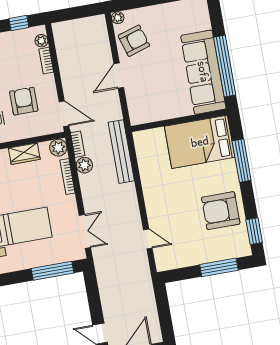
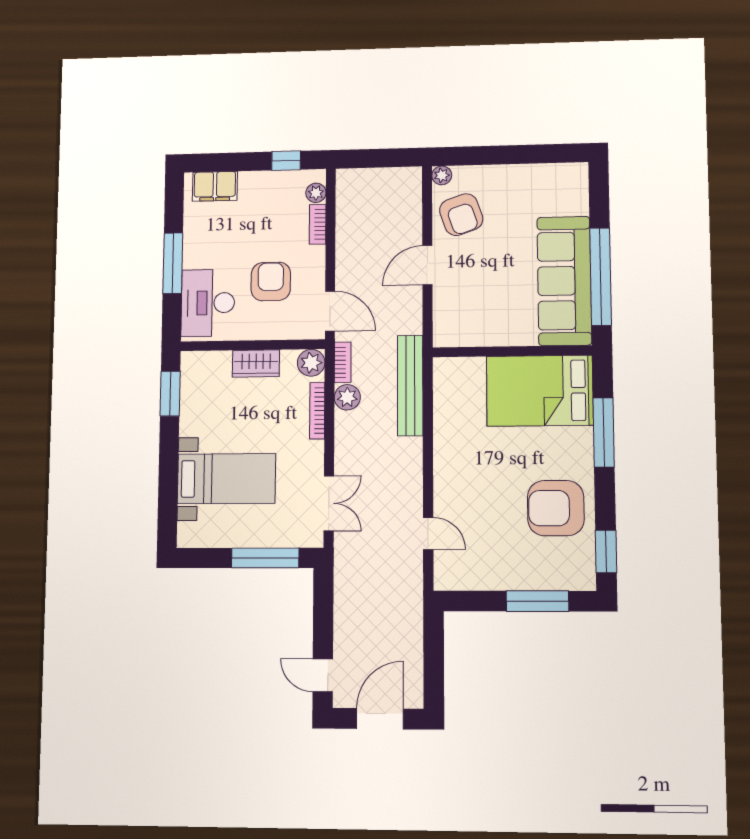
armchair: (134, 41) -> (461, 215), turned 88

